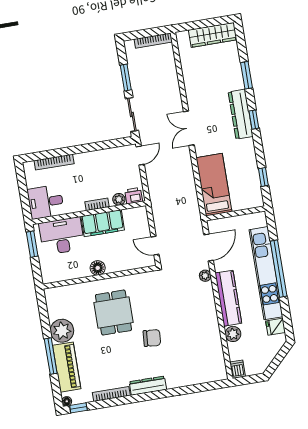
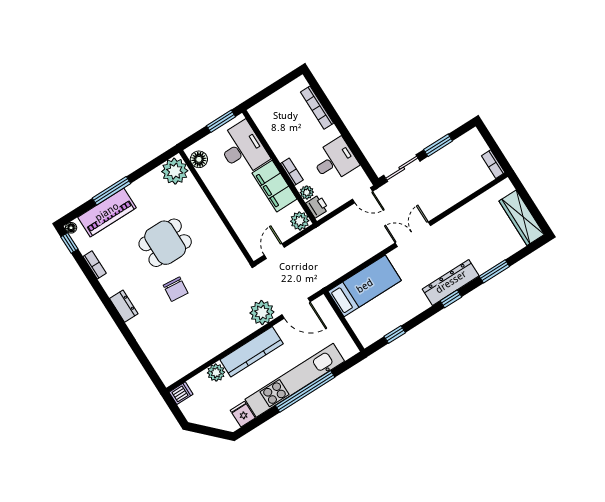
bookcase: (153, 41) -> (493, 164), width x0.64
desk: (46, 202) -> (335, 160), moved, turned 90
plant: (139, 215) -> (300, 221), added
floor lamp: (98, 268) -> (199, 159), moved
plant: (205, 276) -> (262, 312), width x1.88, depth x1.88
dining table: (113, 313) -> (165, 243), moved
plant: (62, 331) -> (175, 171), moved
dresser: (148, 386) -> (124, 306), width x0.70
bookcase: (111, 394) -> (95, 265), width x0.64

